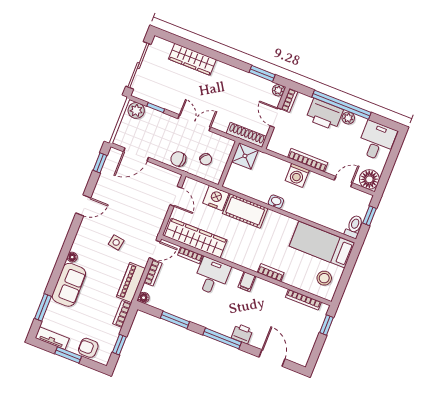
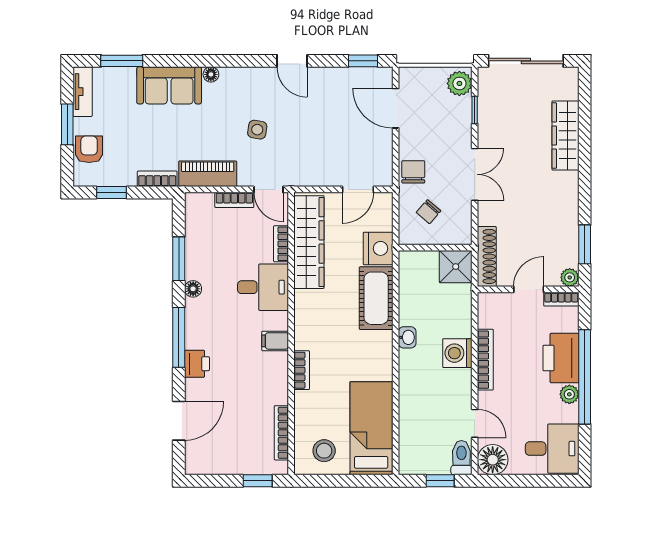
toilet: (354, 227) -> (461, 458), moved, turned -90
floor lamp: (144, 298) -> (193, 289), moved

